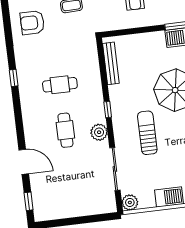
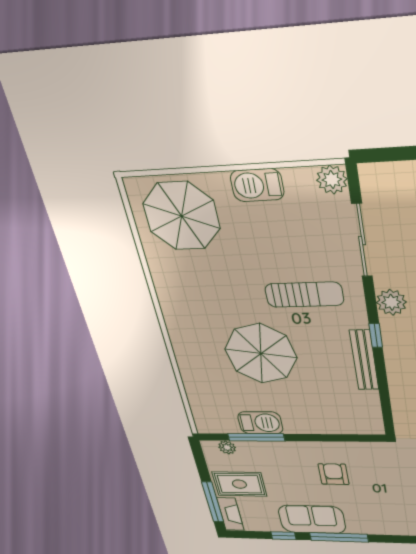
bench: (111, 63) -> (364, 360), moved
sun lounger: (147, 133) -> (304, 295), turned -90

